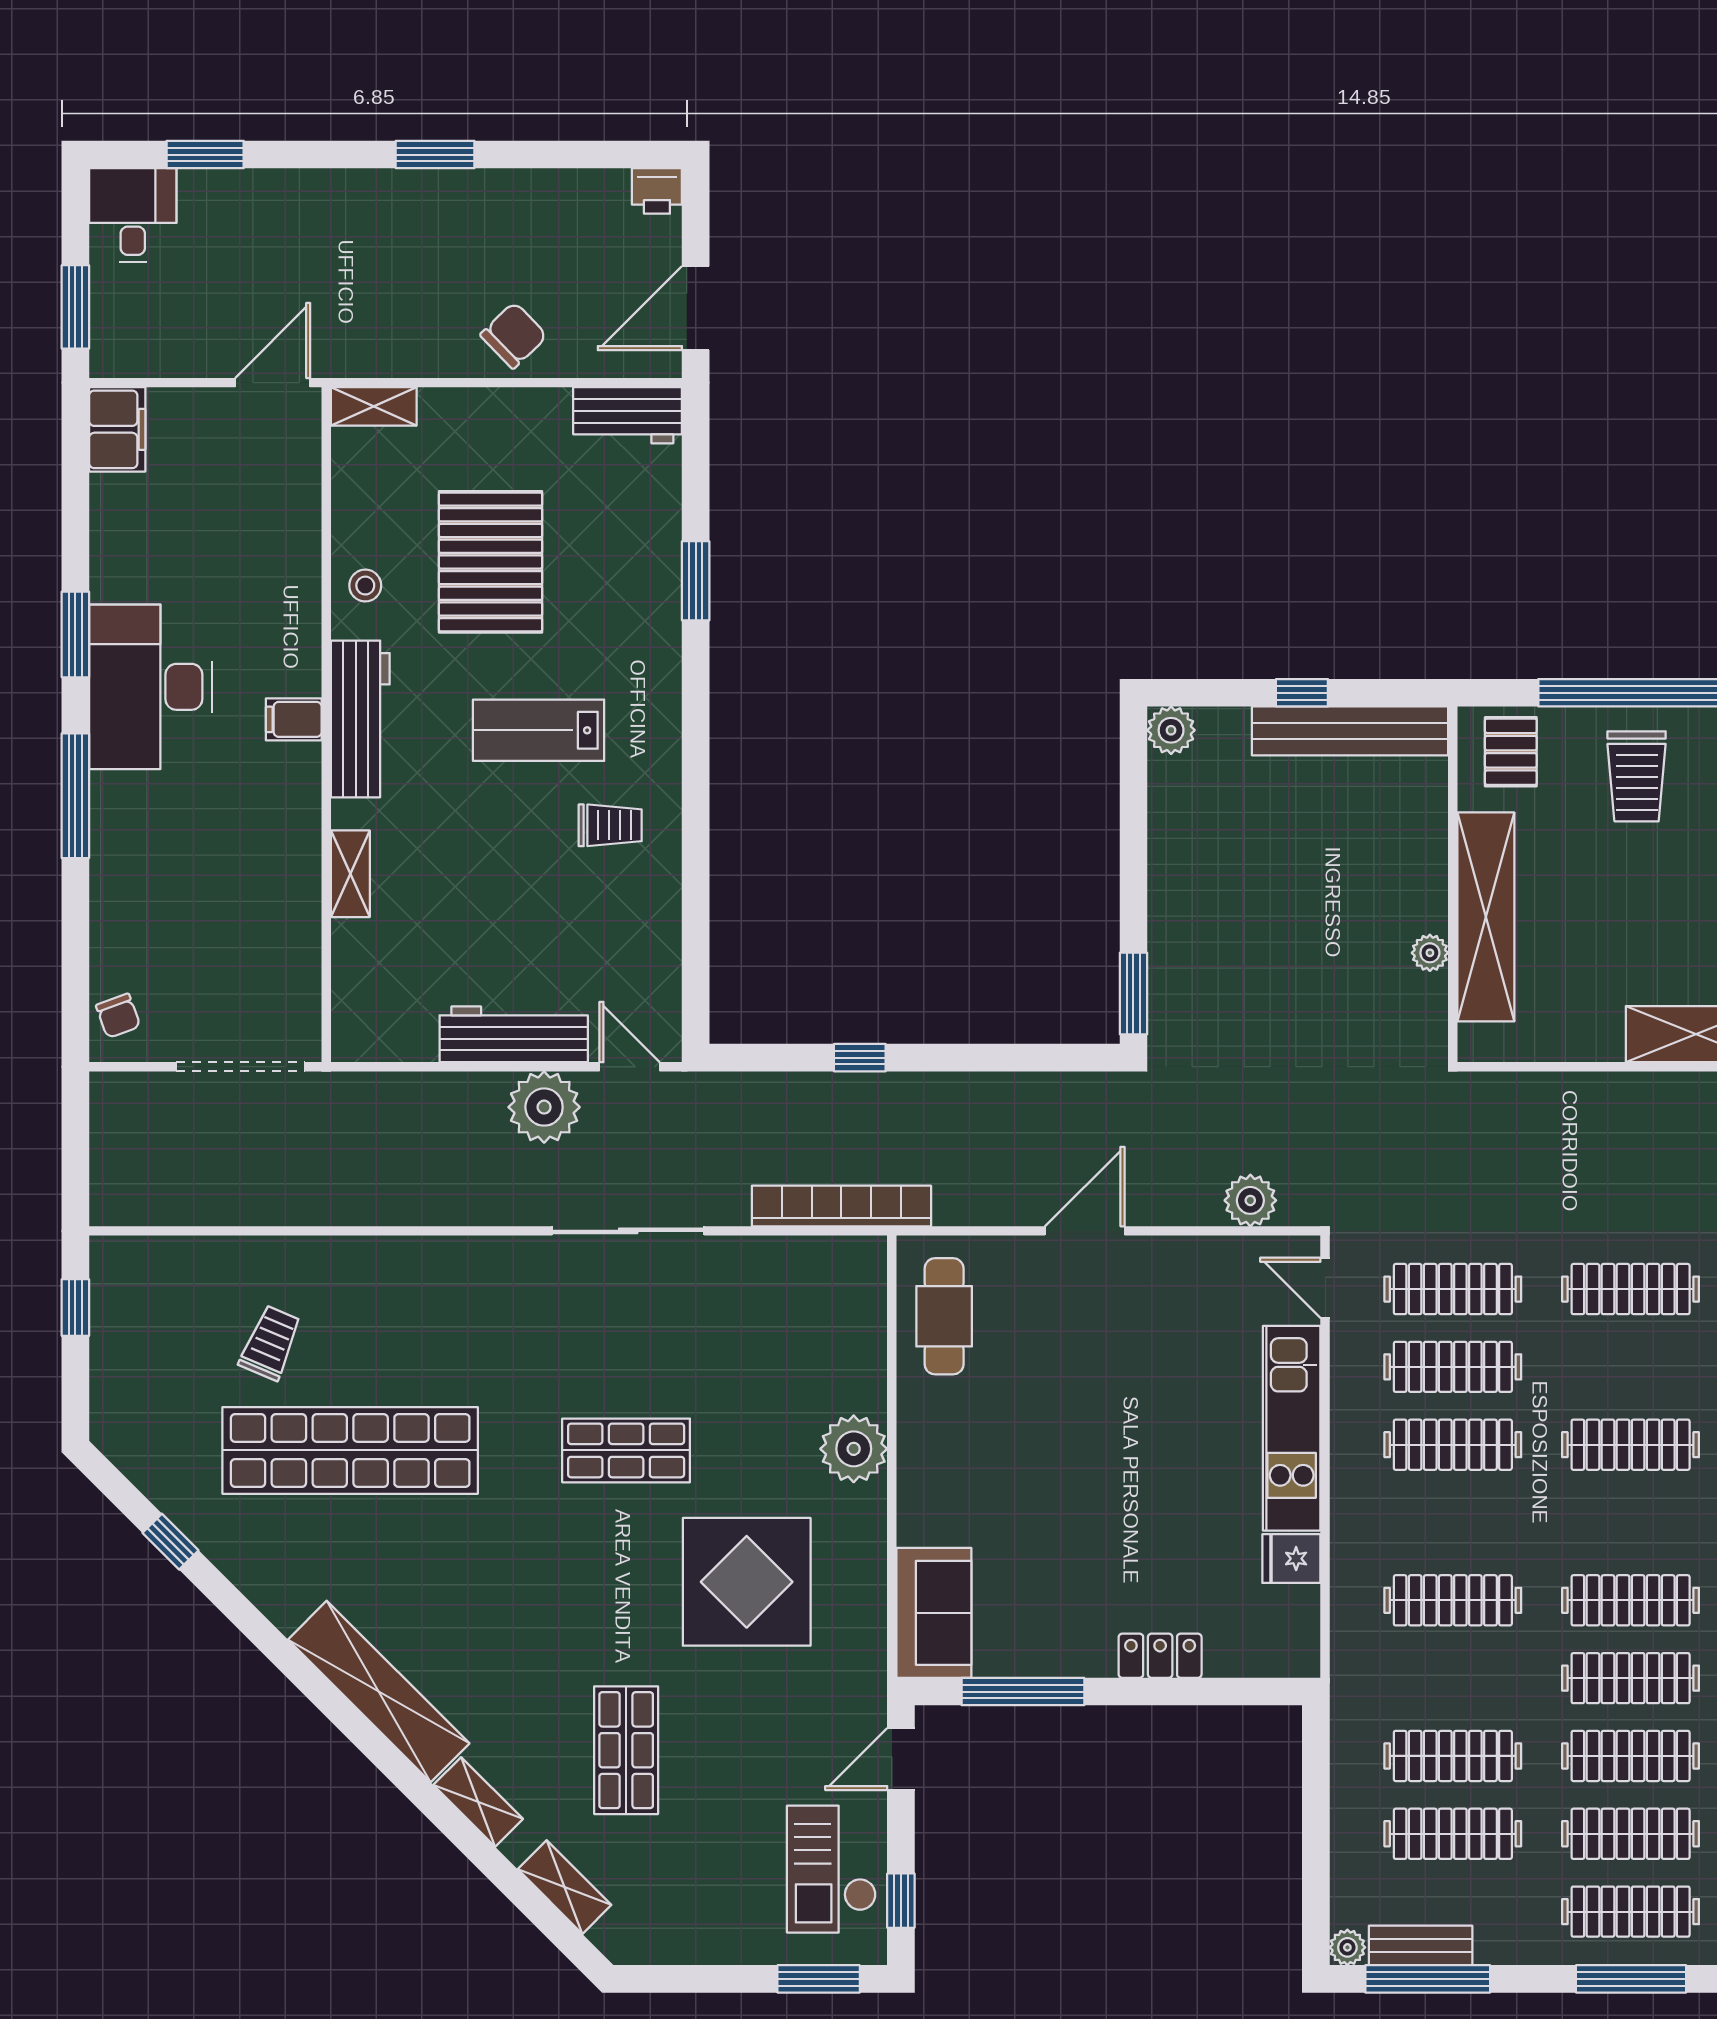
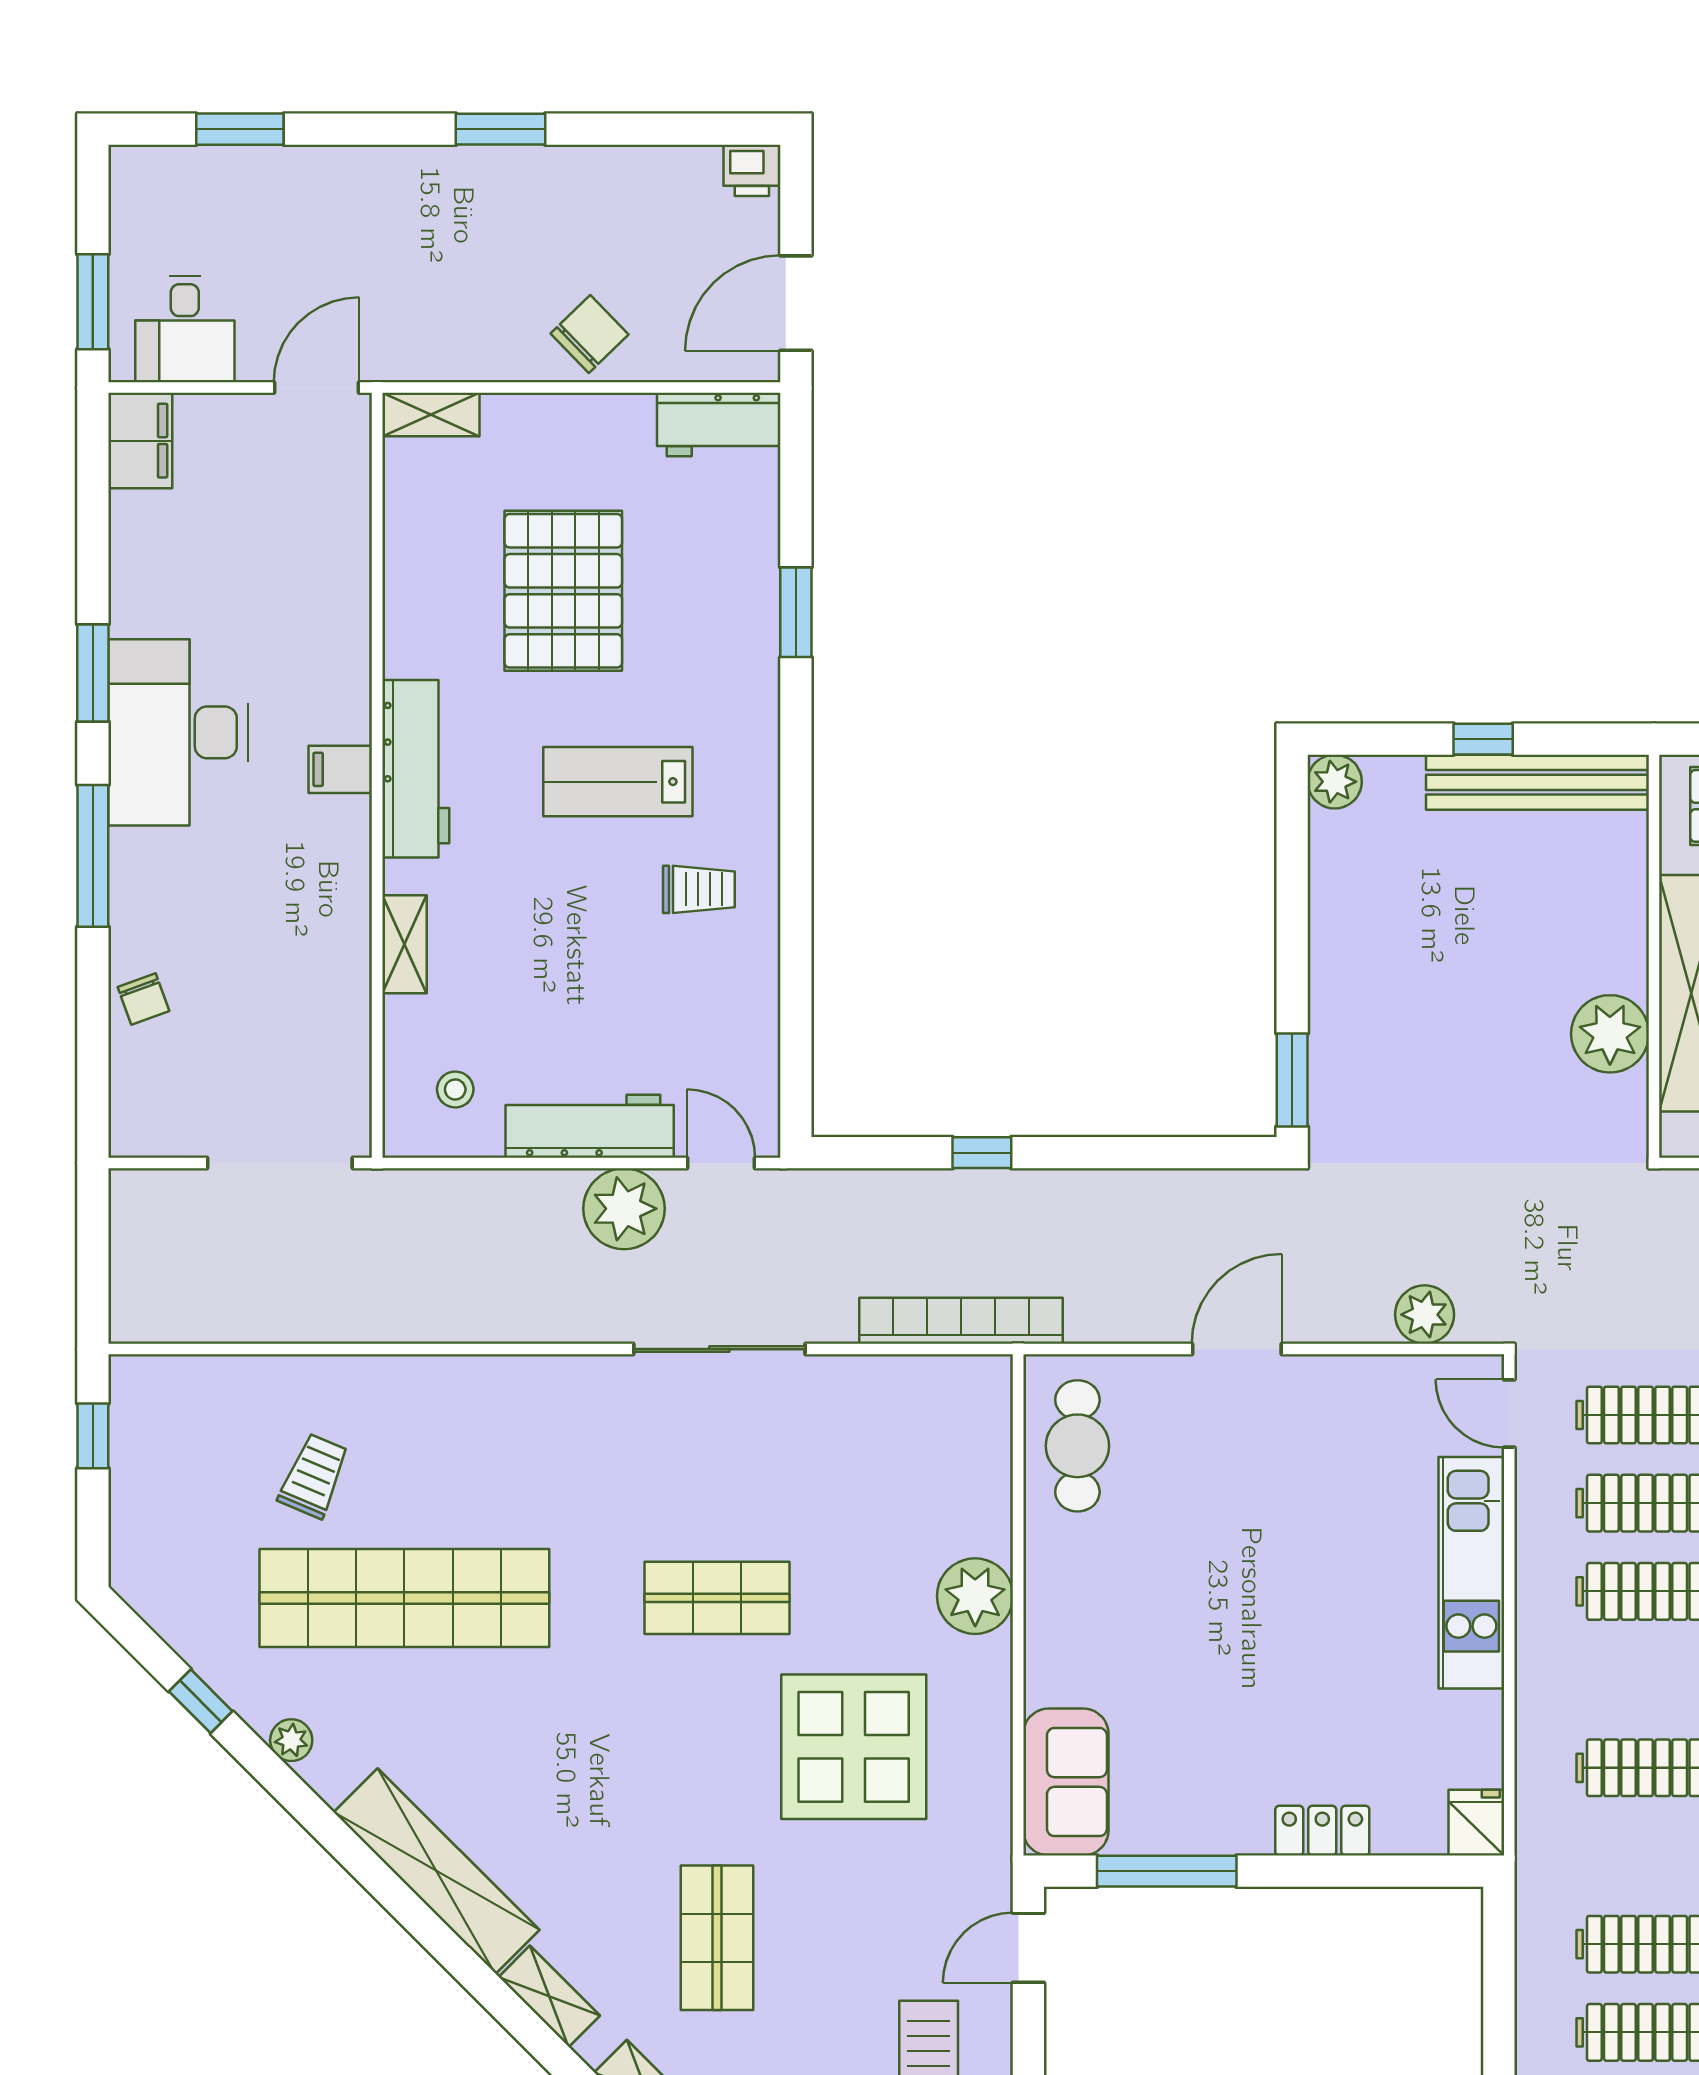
desk: (133, 215) -> (185, 329), moved, turned 180
stool: (365, 586) -> (455, 1089), moved
plant: (1430, 953) -> (1610, 1034), width x1.88, depth x1.88
chair: (118, 1016) -> (143, 999), moved
fridge: (1291, 1559) -> (1476, 1823), moved, turned 90
plant: (250, 1576) -> (291, 1740), added

